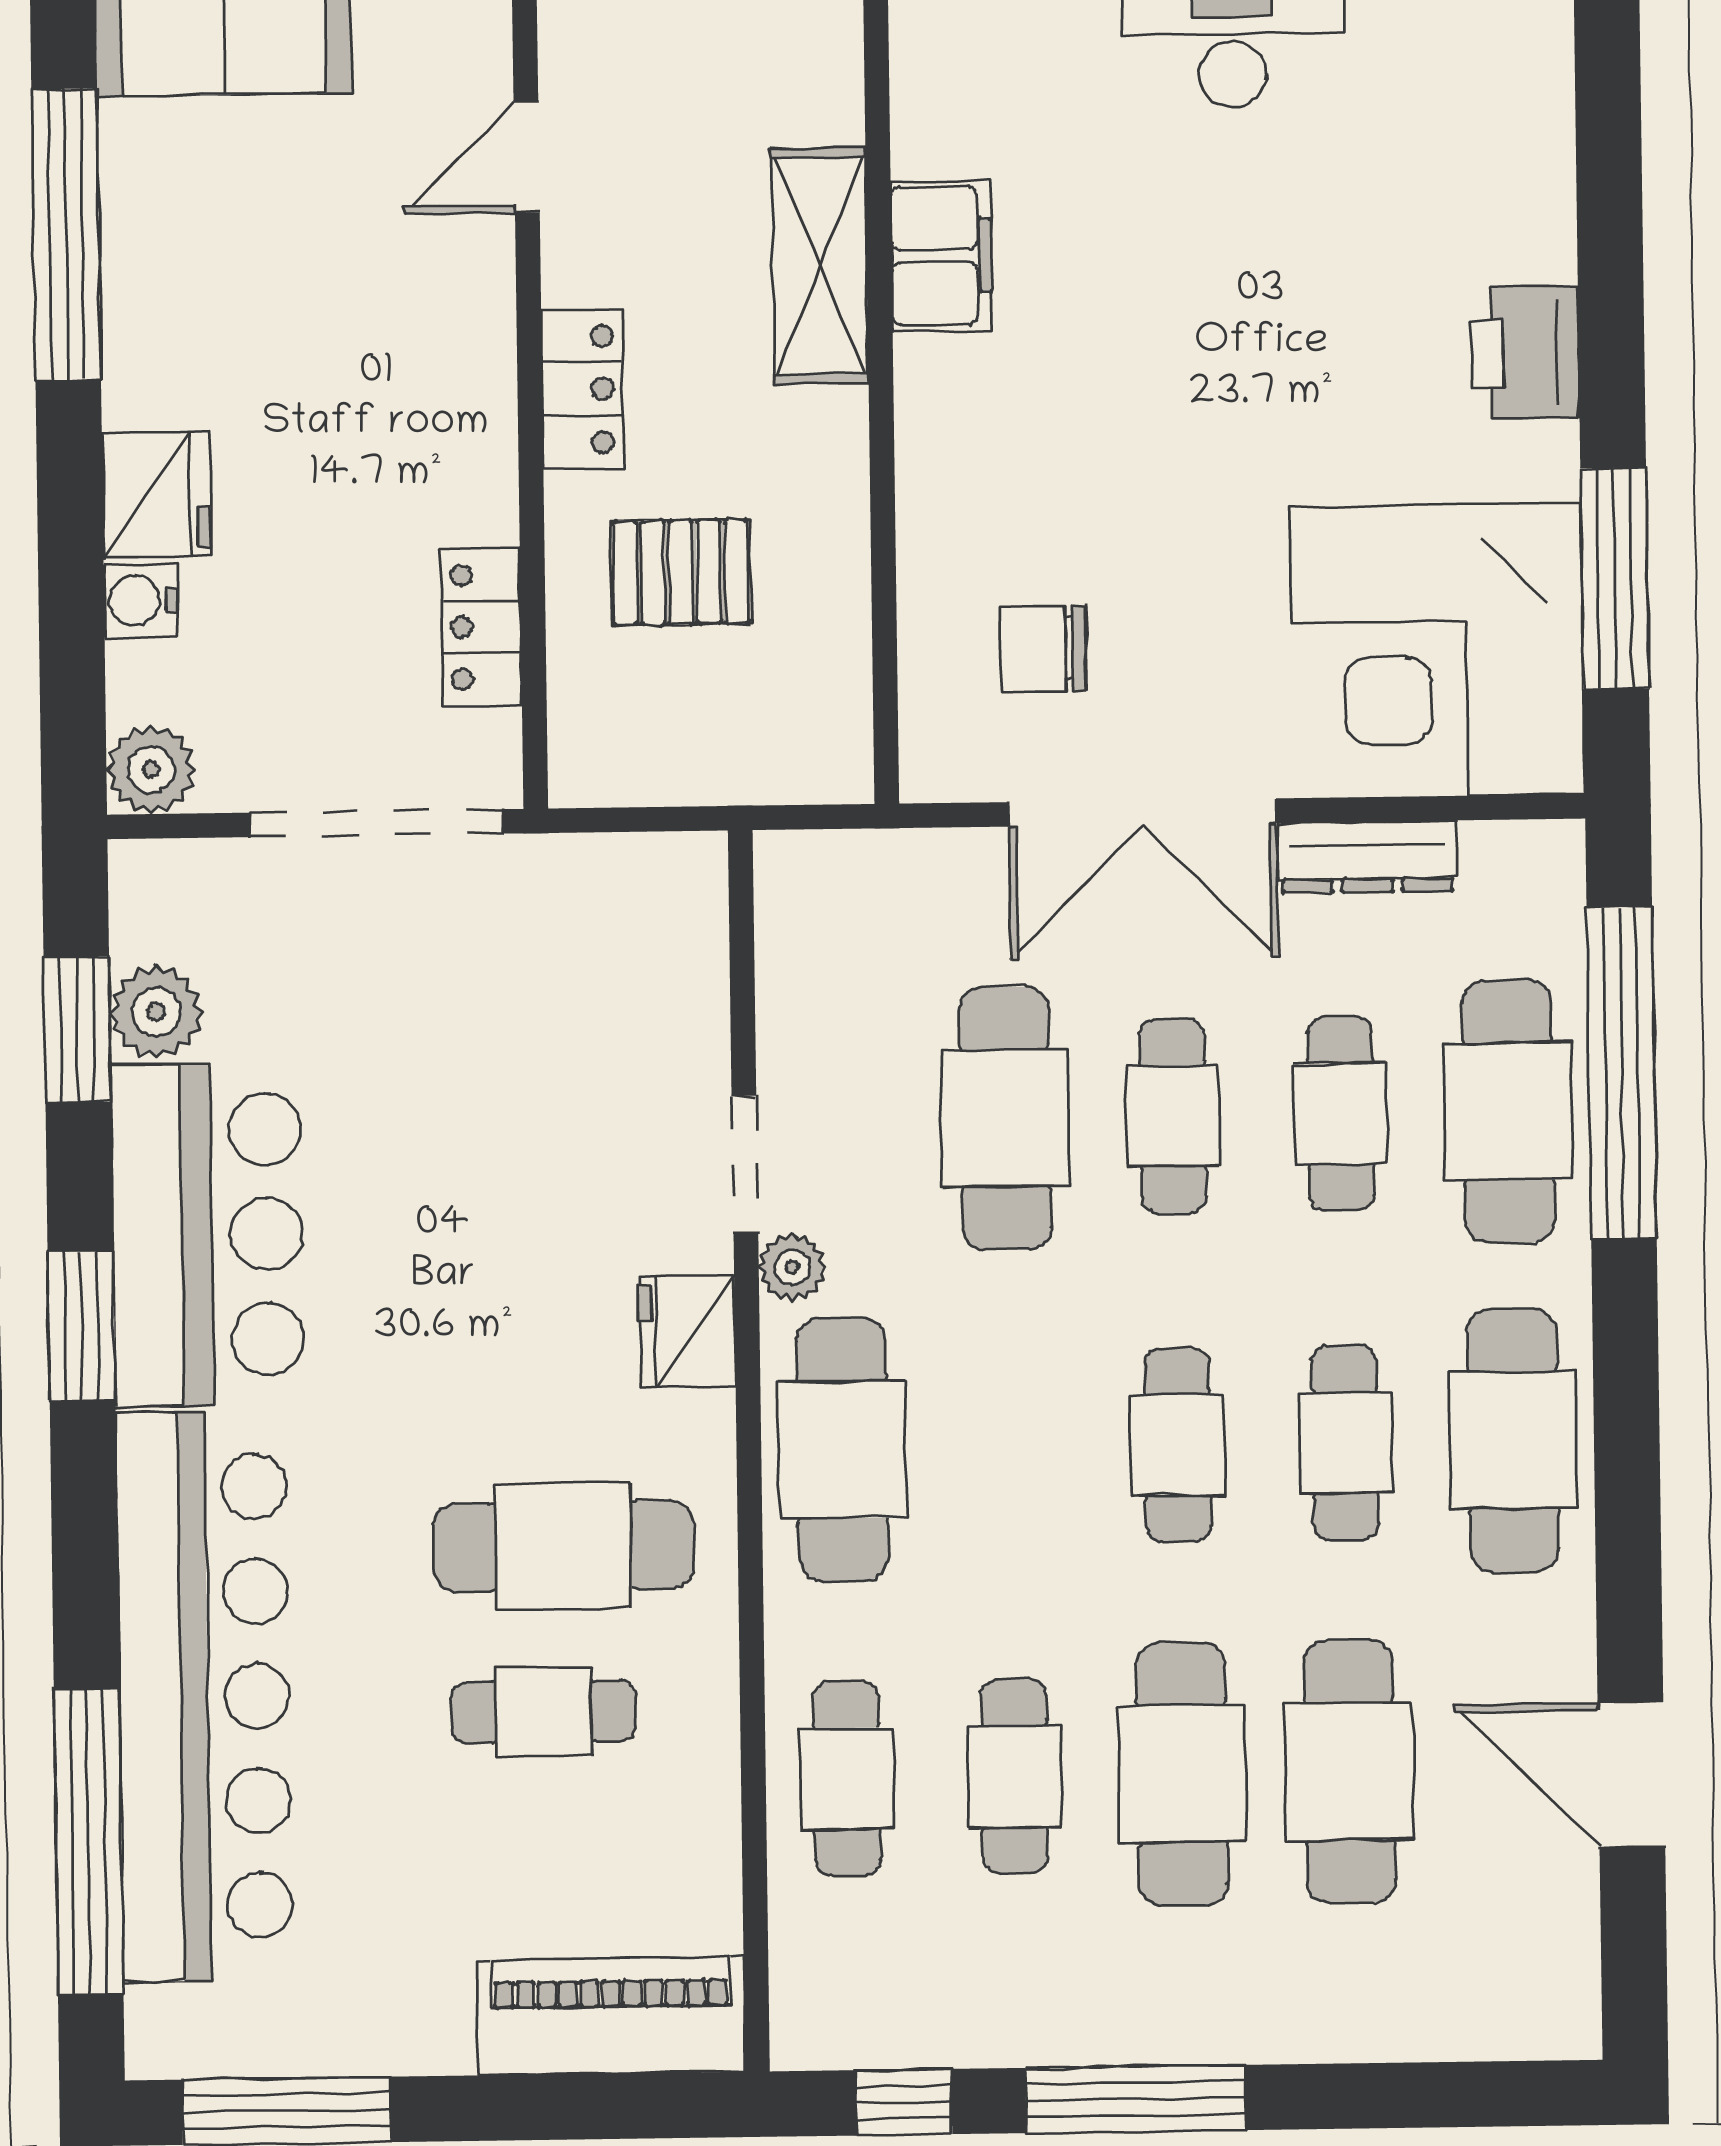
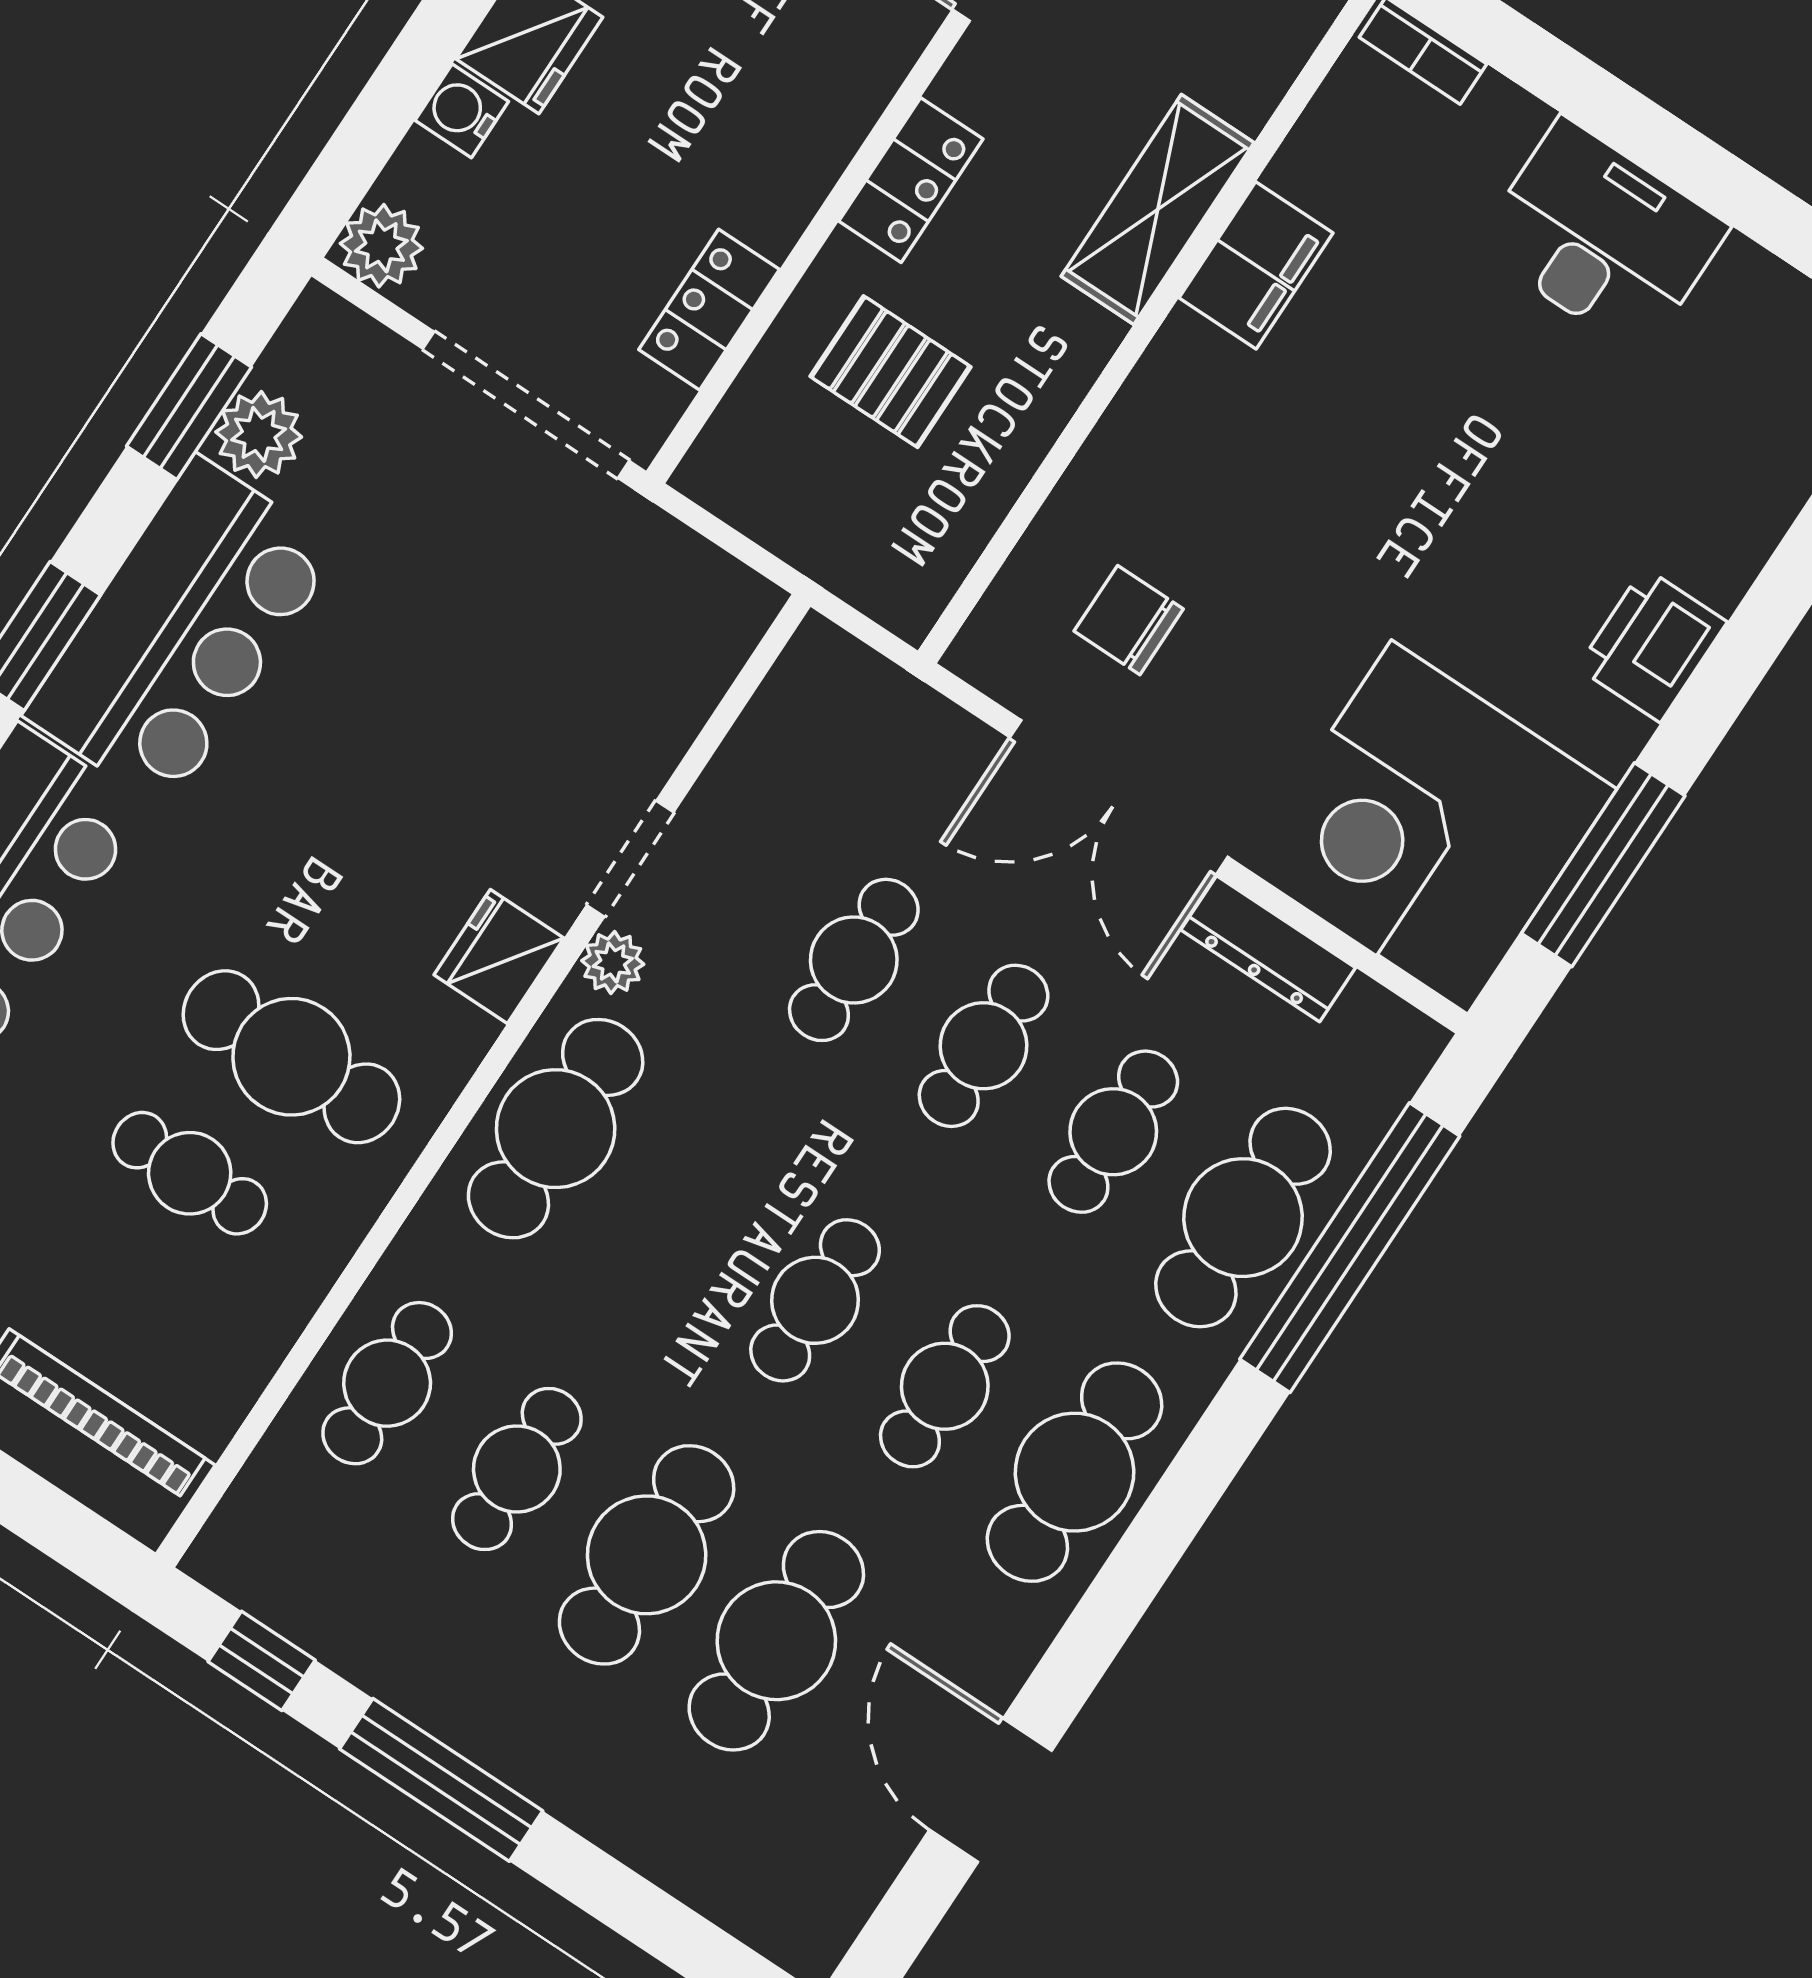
cafe table: (1005, 1118) -> (854, 960), width x0.73, depth x0.74

